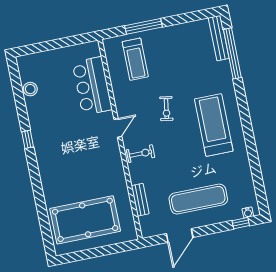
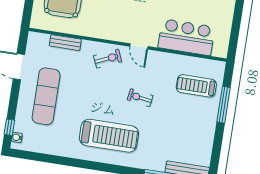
exercise bike: (141, 154) -> (108, 59), turned -114

